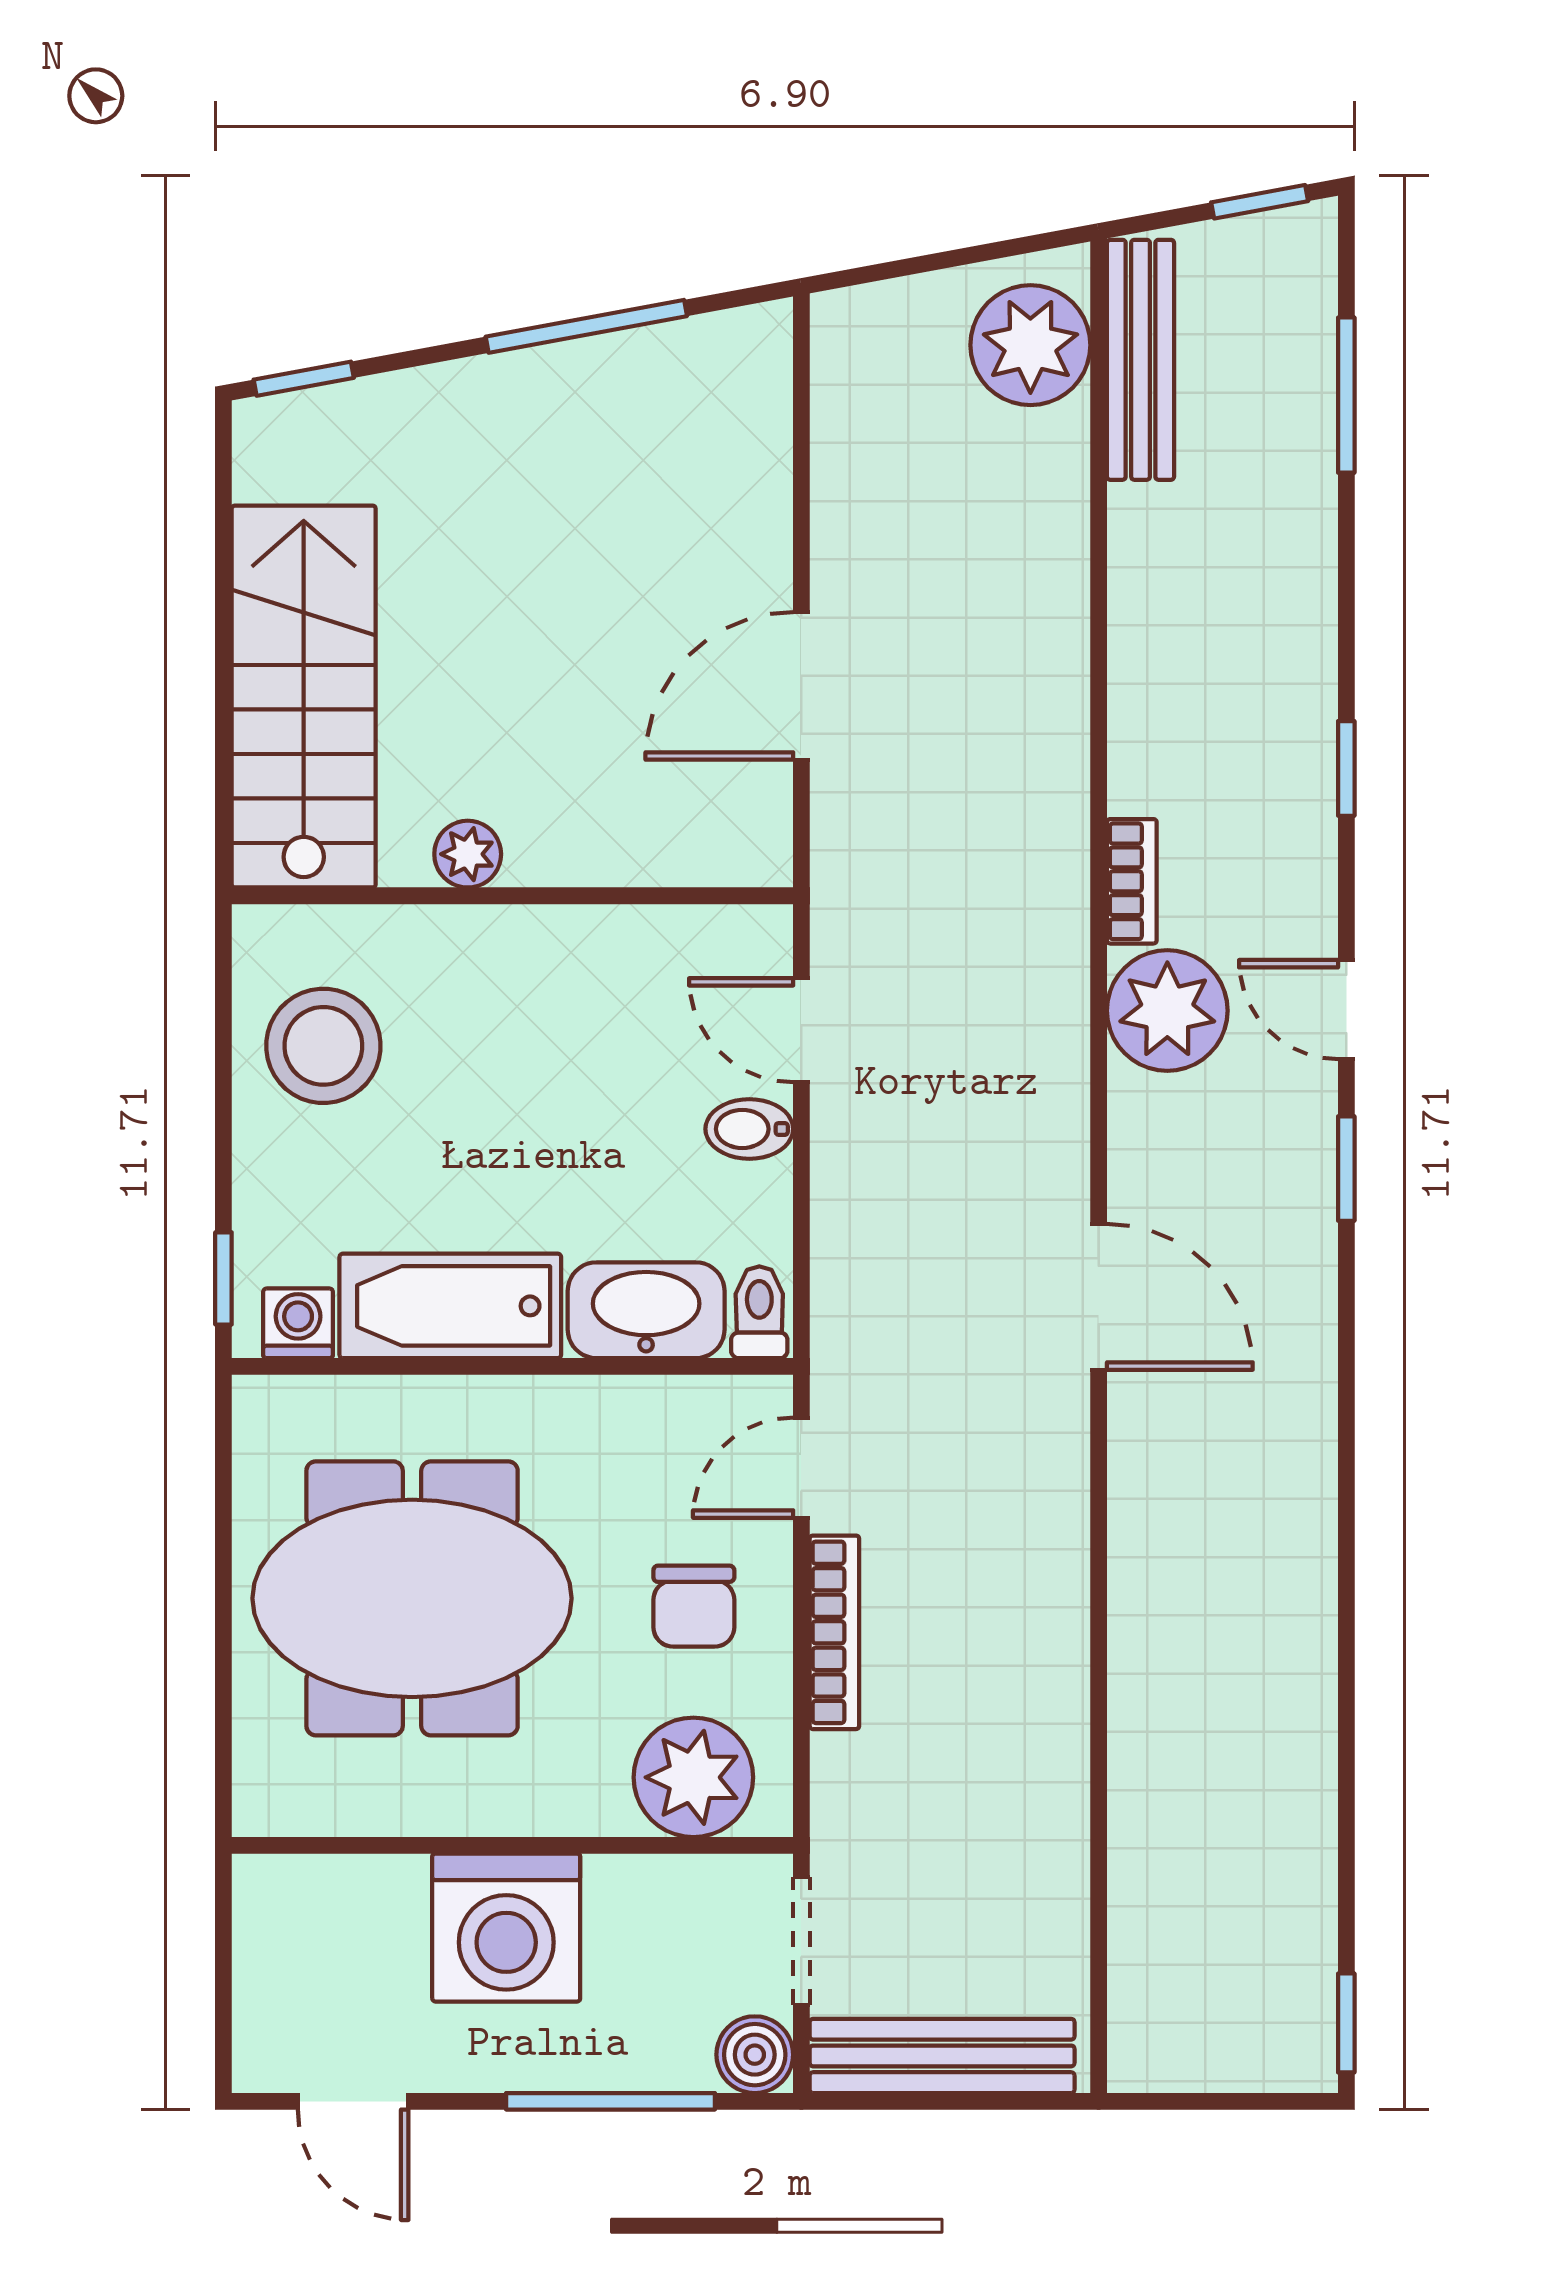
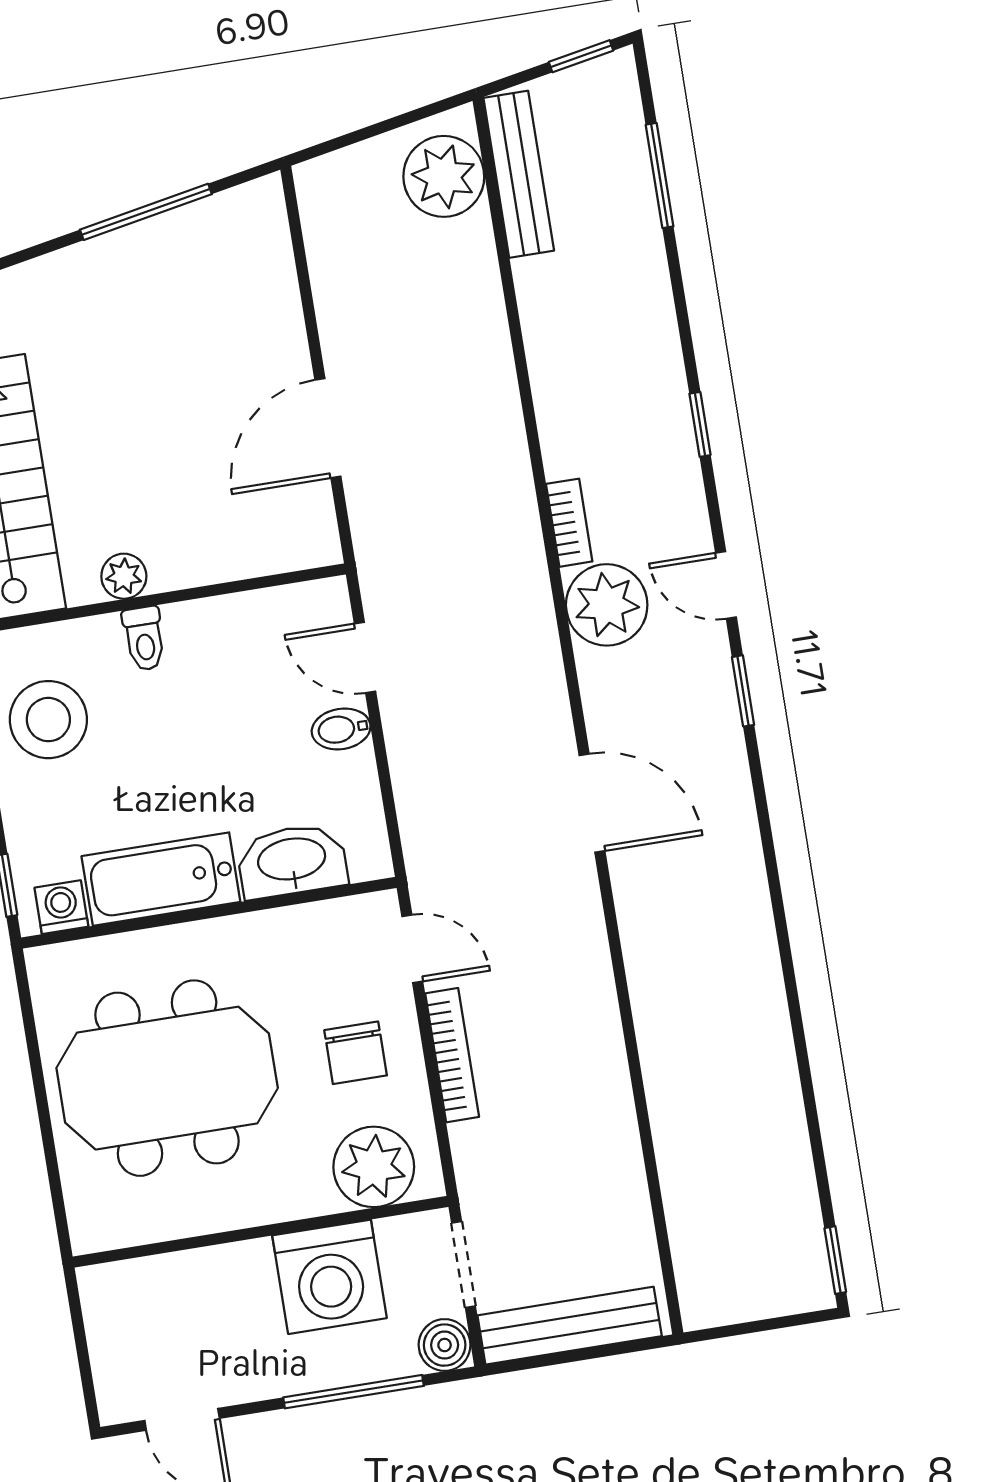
toilet: (759, 1312) -> (144, 638), moved, turned 180
door: (801, 1468) -> (412, 949), swing flipped
washing machine: (506, 1928) -> (329, 1277), moved

